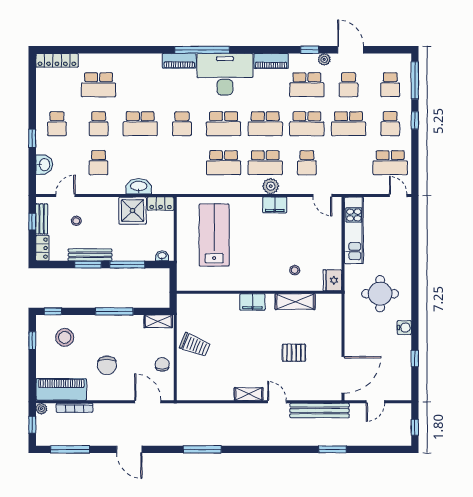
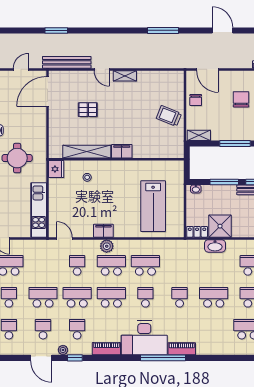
school desk: (307, 85) -> (77, 329), width x0.54
school desk: (224, 124) -> (145, 297), width x0.54
shelving: (295, 302) -> (87, 152), width x1.47

